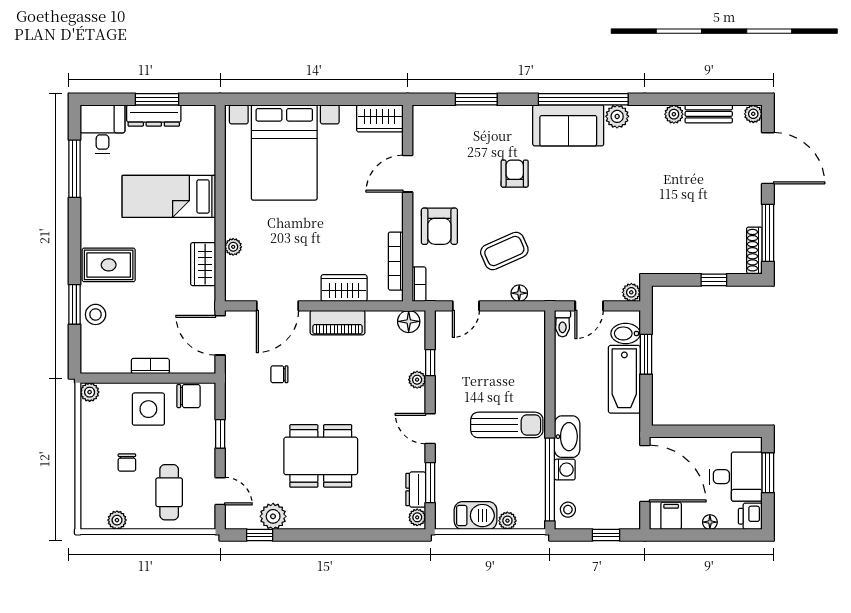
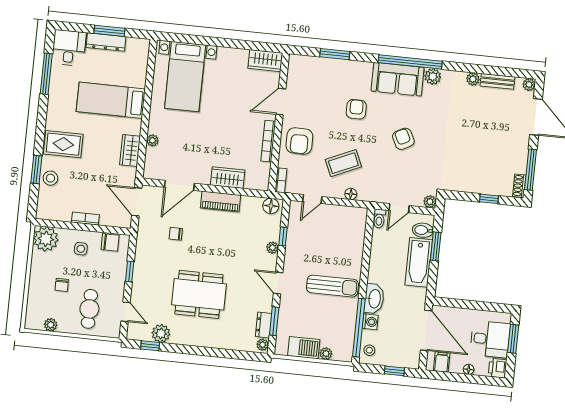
bed with nightstands: (284, 152) -> (185, 77), width x0.73
armchair: (585, 208) -> (403, 139), added
shoe rack: (754, 250) -> (519, 186), width x0.70
bookcase: (396, 261) -> (268, 141), moved
plant: (90, 392) -> (46, 239), width x1.88, depth x1.88
side table: (148, 409) -> (81, 249), width x0.54, depth x0.54

